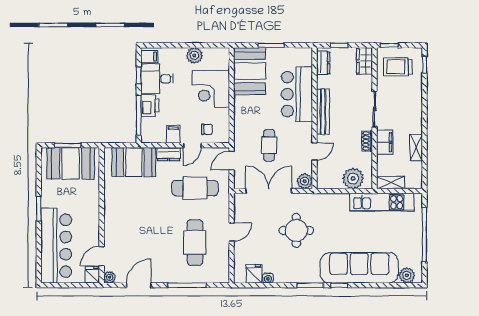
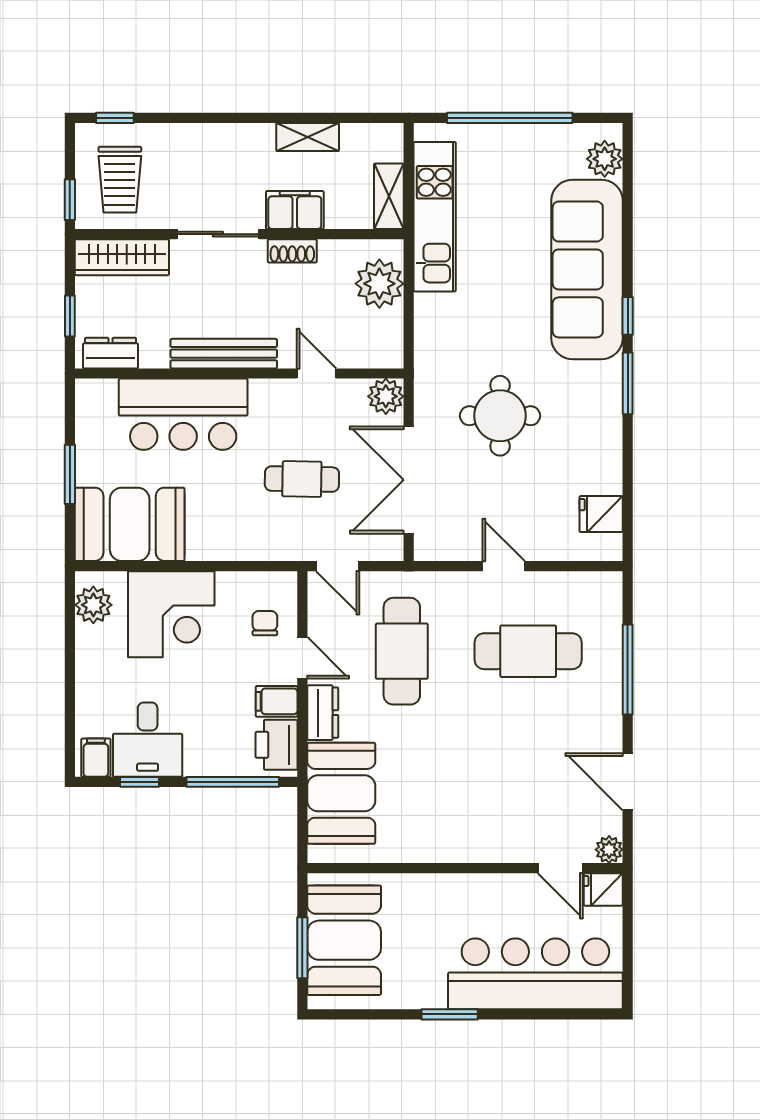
plant: (194, 55) -> (93, 605), moved
wardrobe: (364, 61) -> (122, 257), width x1.50
printer: (150, 106) -> (276, 745), moved, turned -90
water cooler: (268, 278) -> (611, 481), removed

